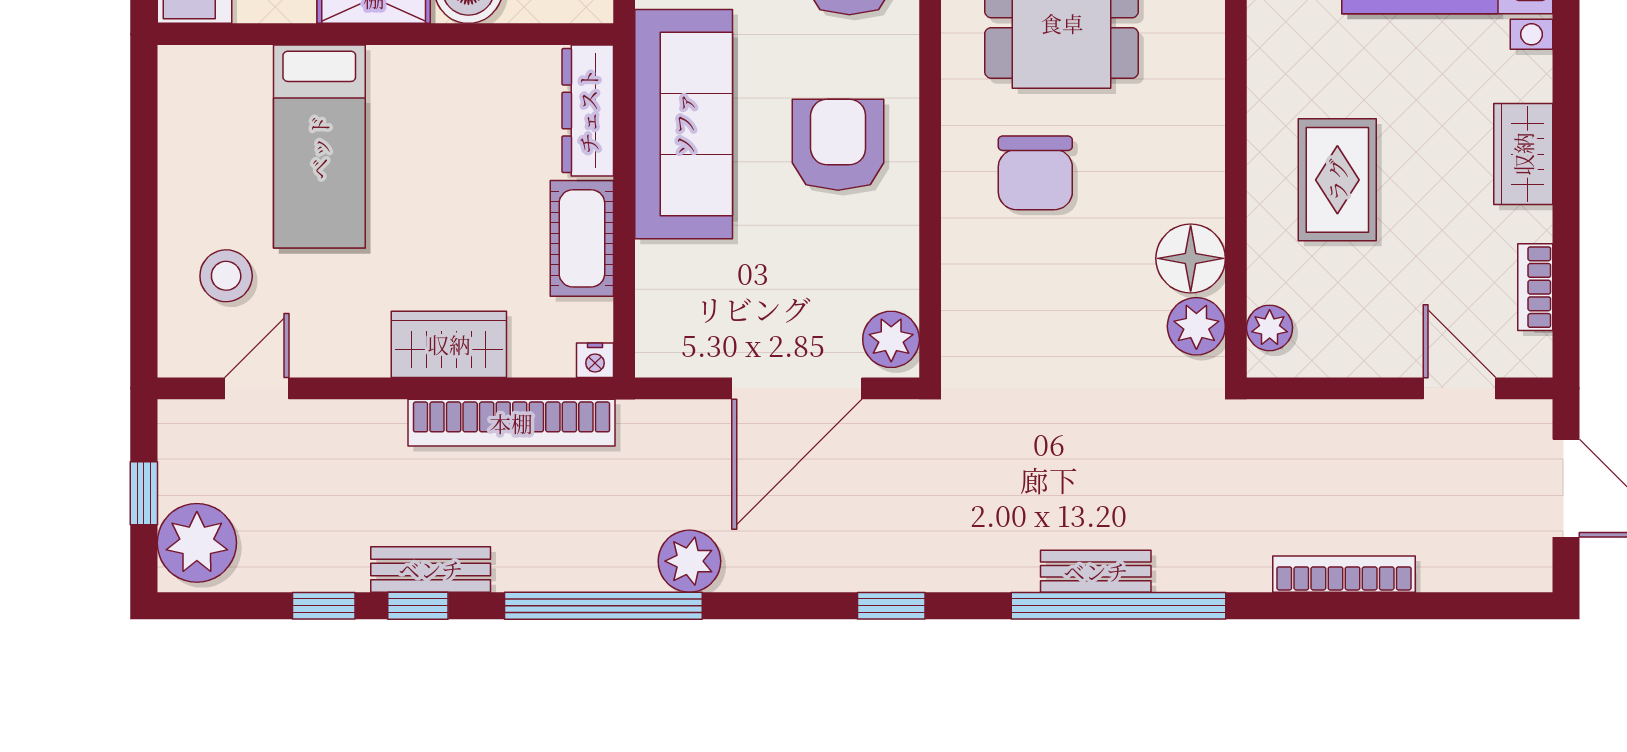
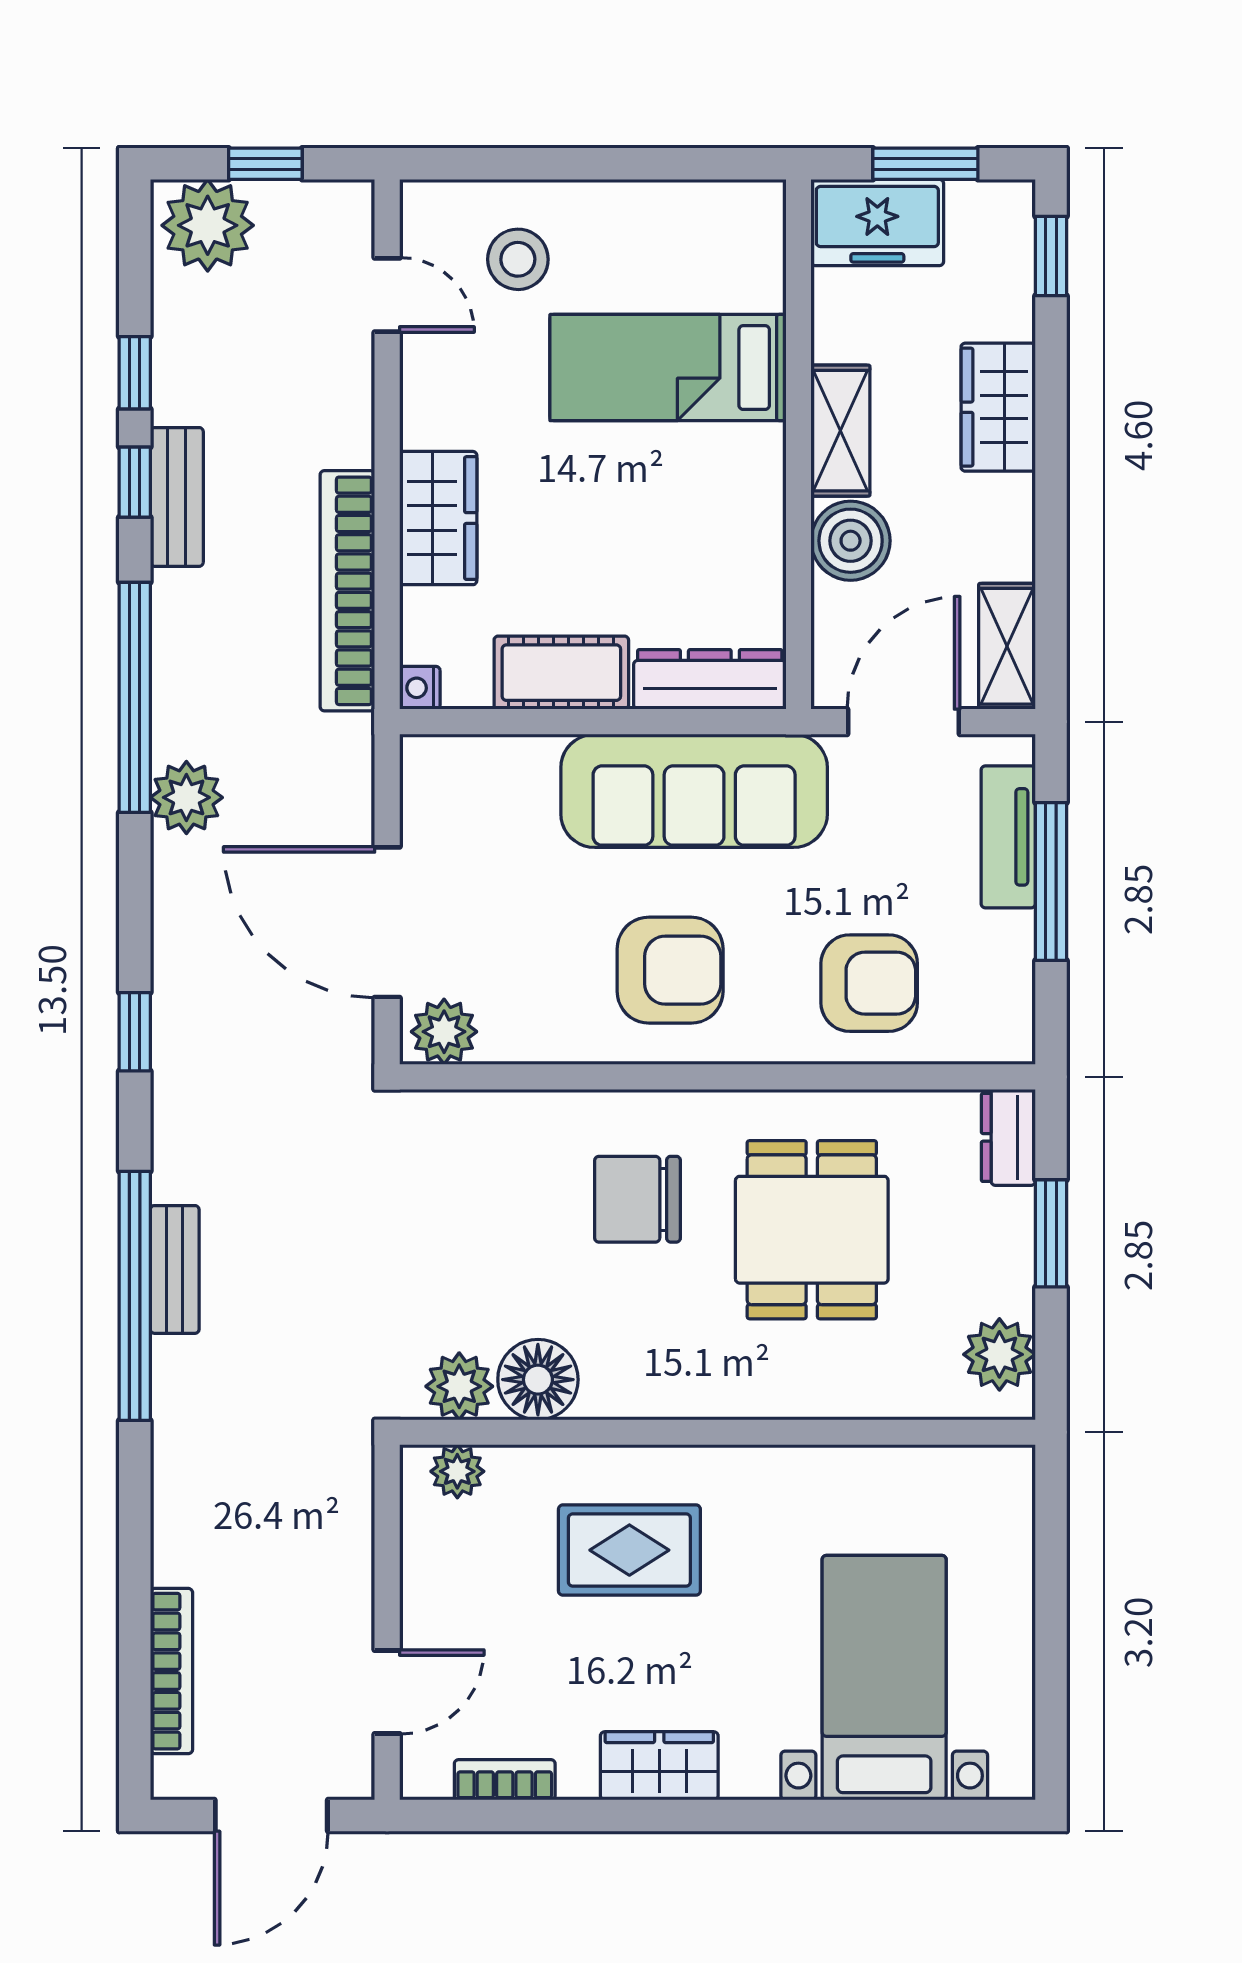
bookcase: (1344, 574) -> (171, 1671), moved

